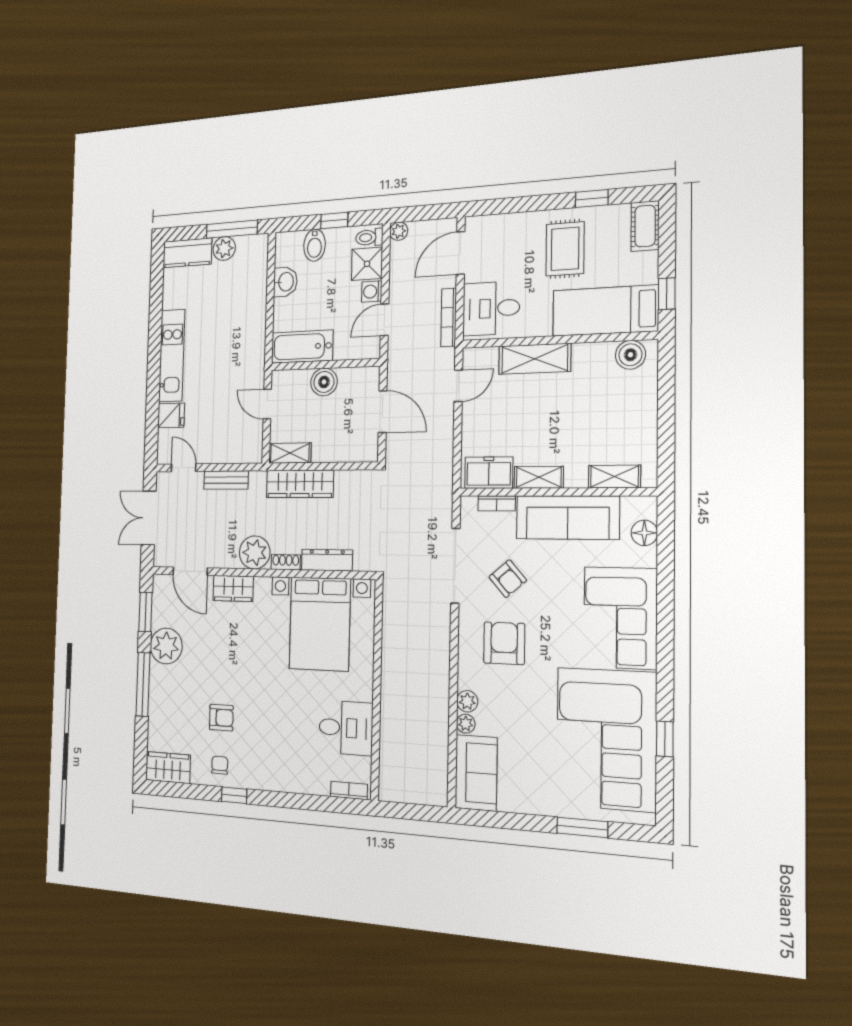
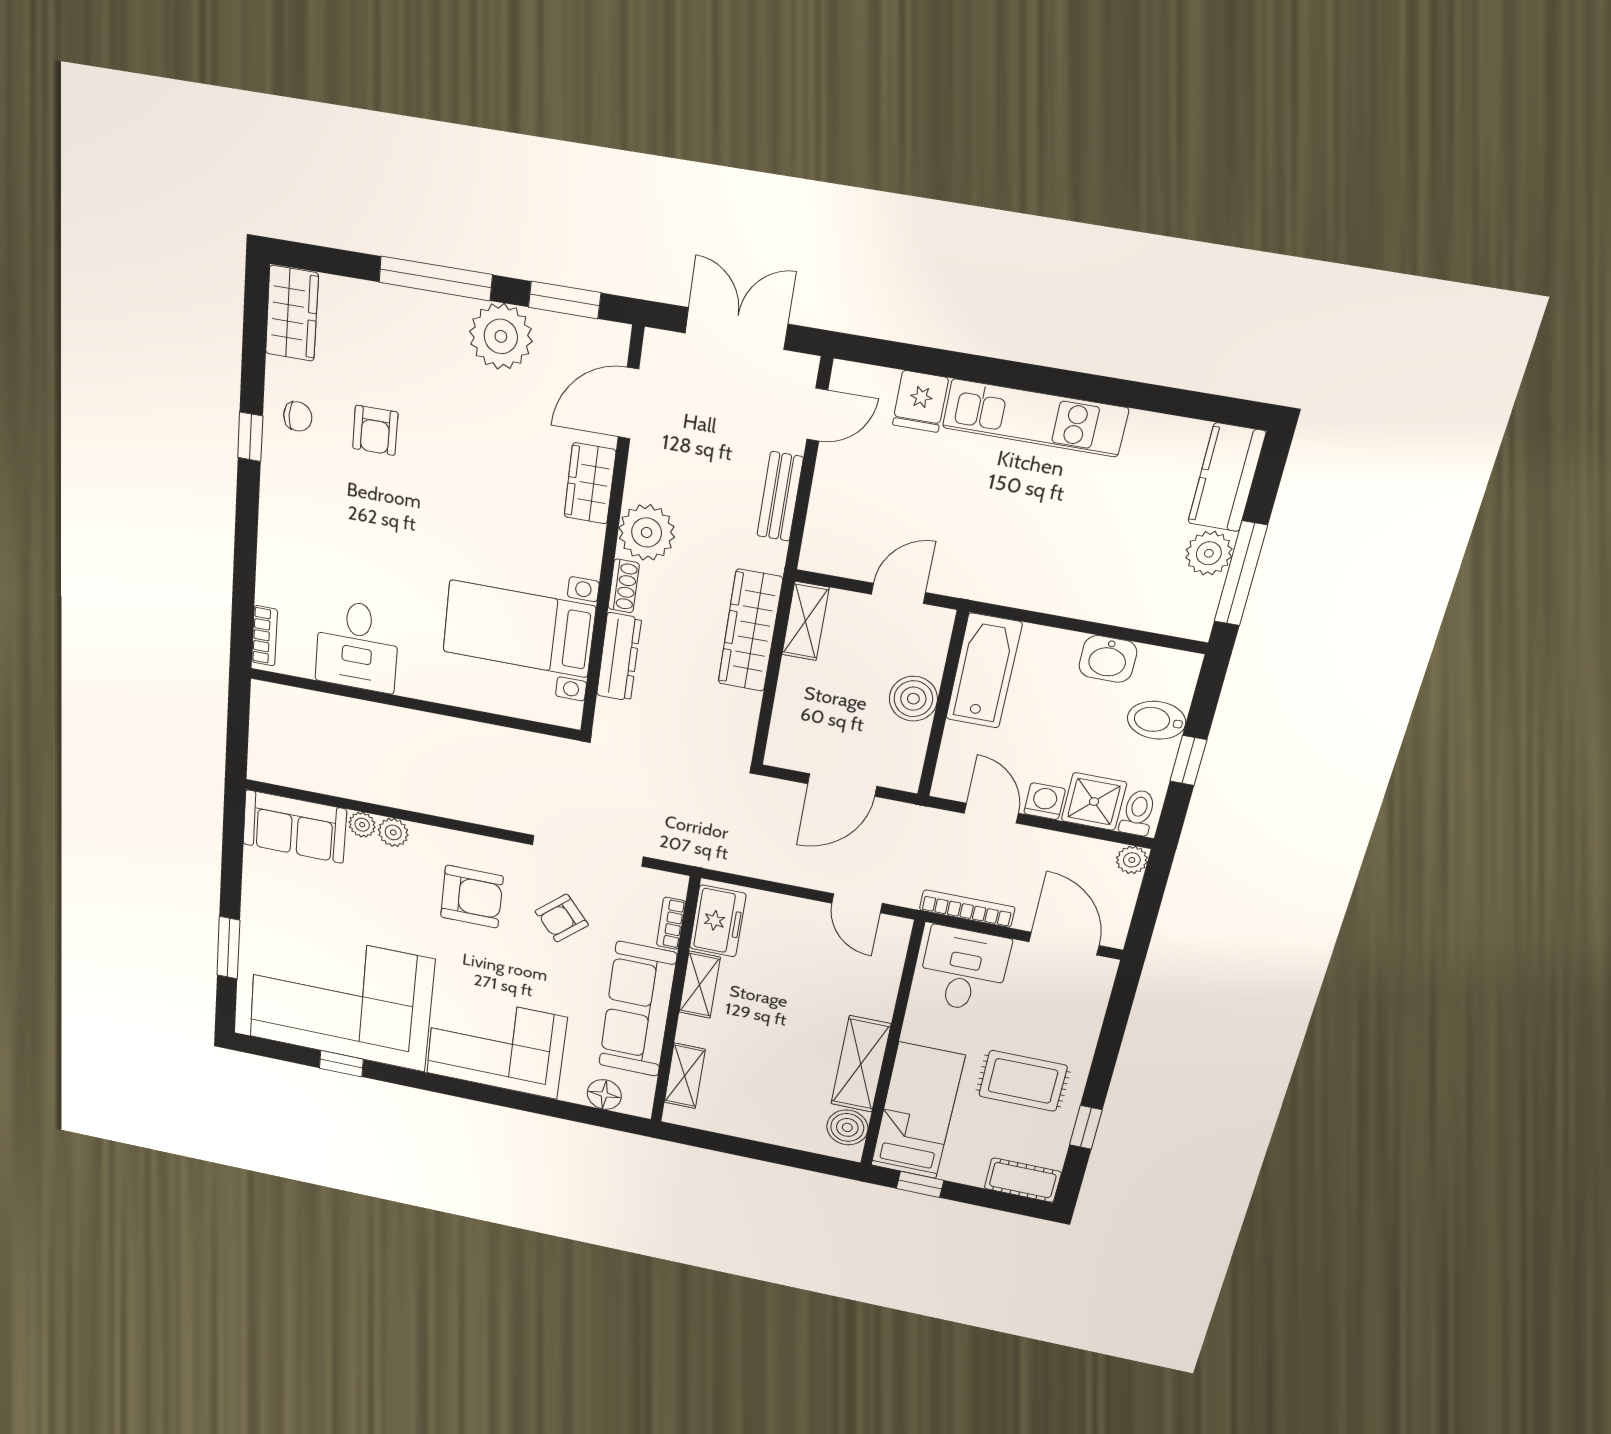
shelving: (535, 359) -> (861, 1064), moved
bed with nightstands: (320, 624) -> (519, 629), width x0.73

